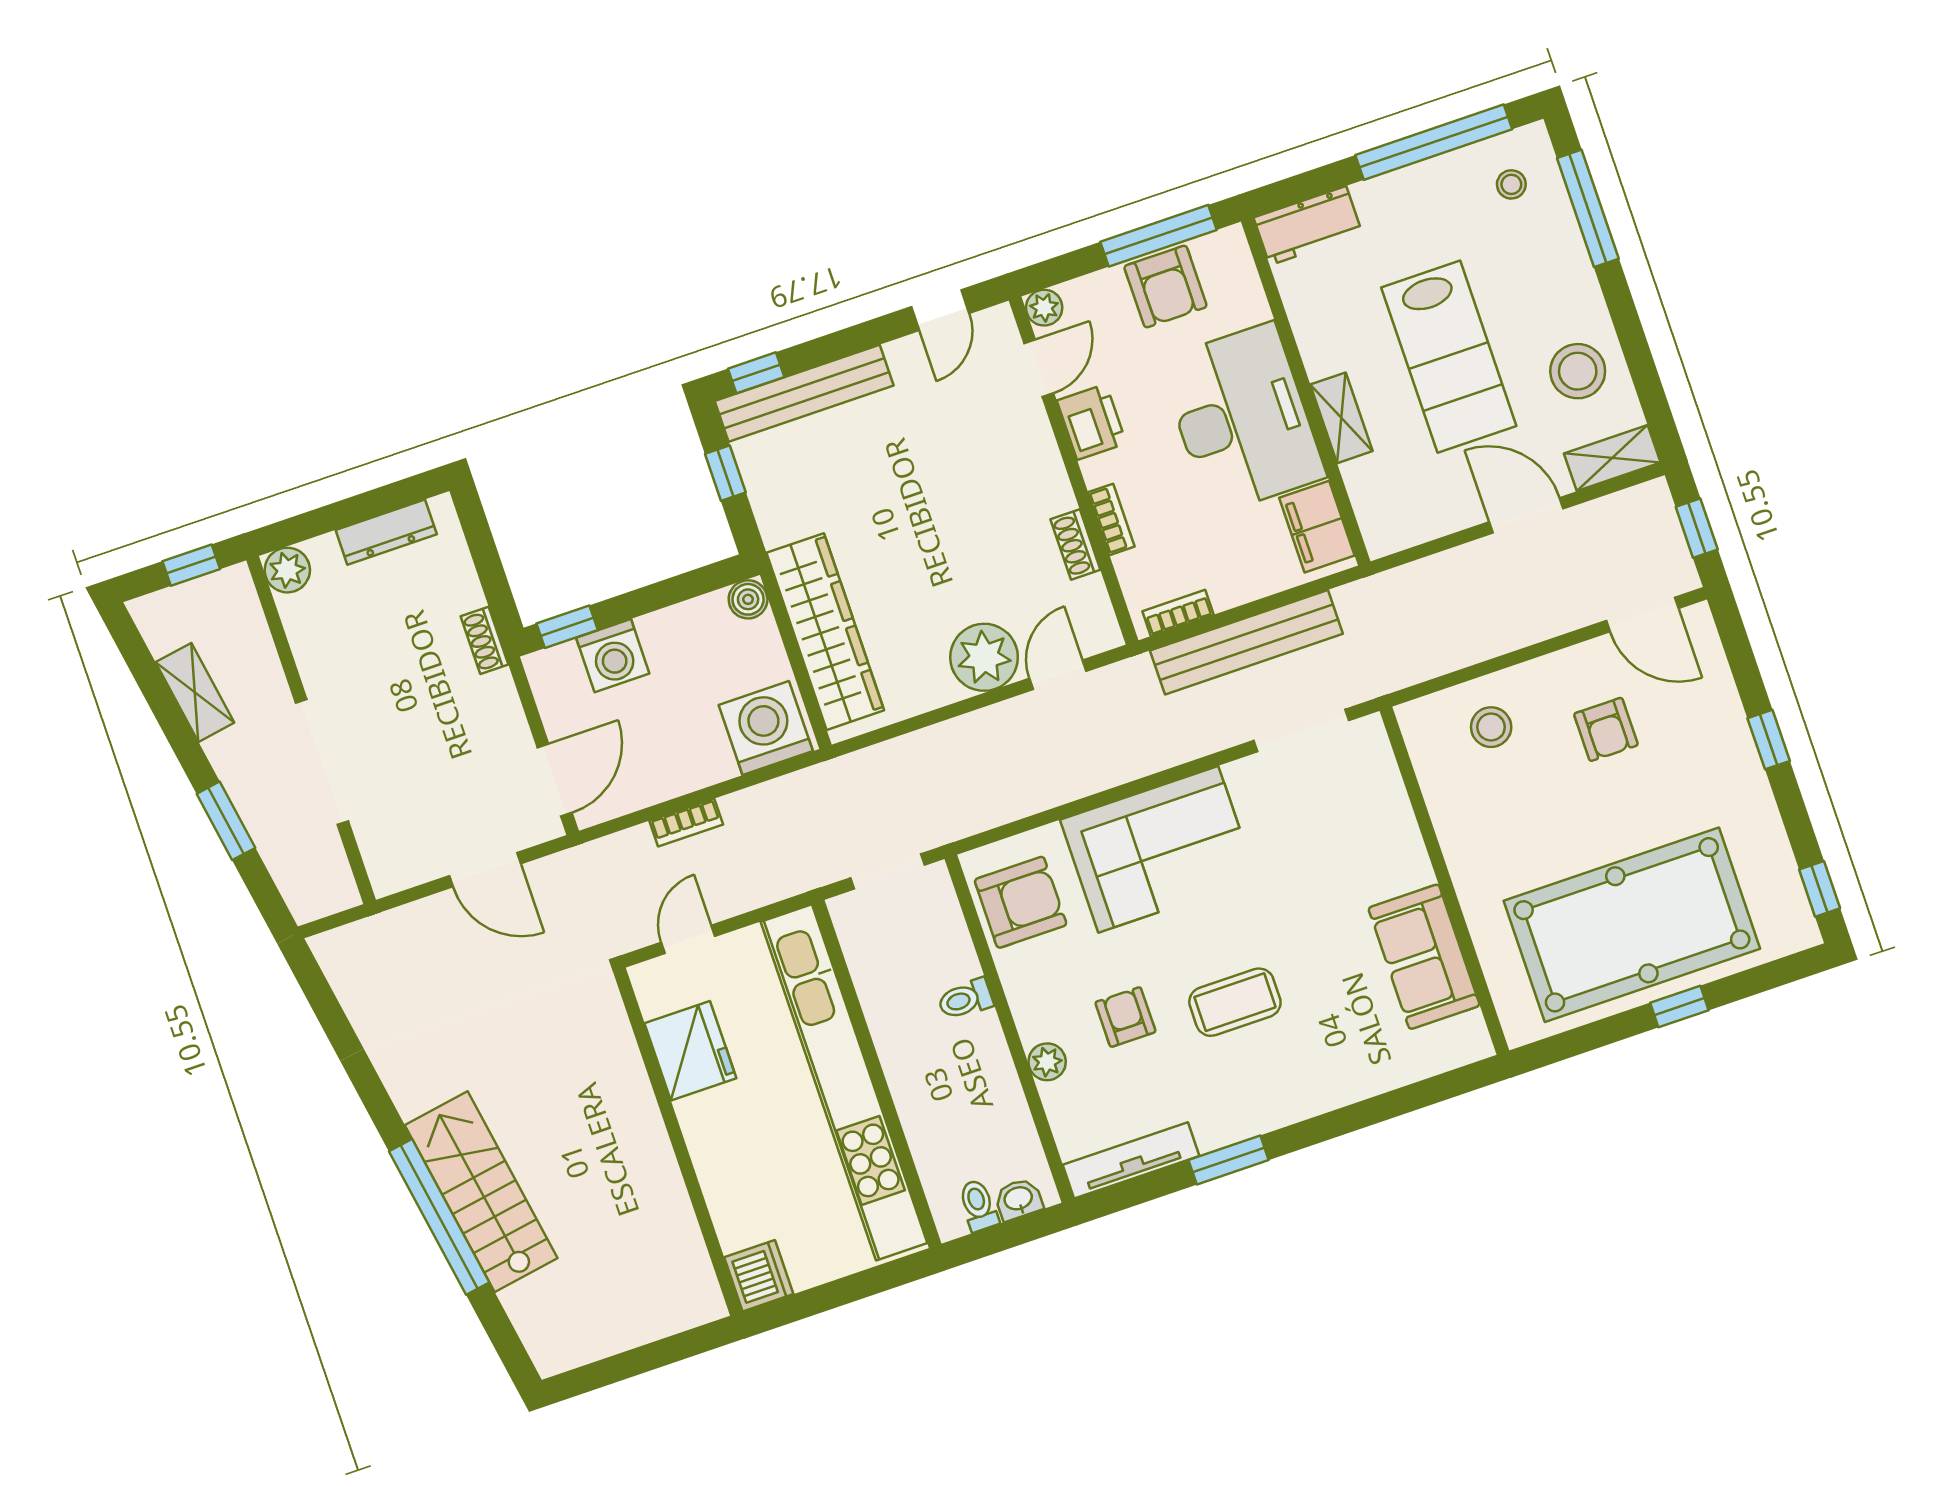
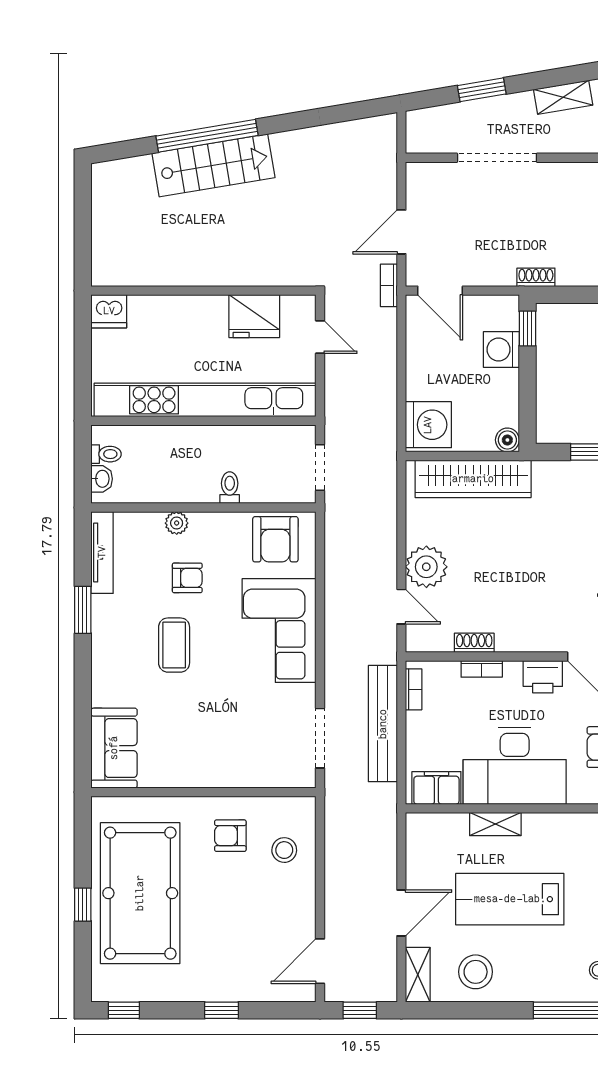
armchair: (1606, 729) -> (230, 836), moved
bookcase: (686, 823) -> (389, 285), moved
sofa: (1424, 957) -> (114, 748), moved, turned 90

